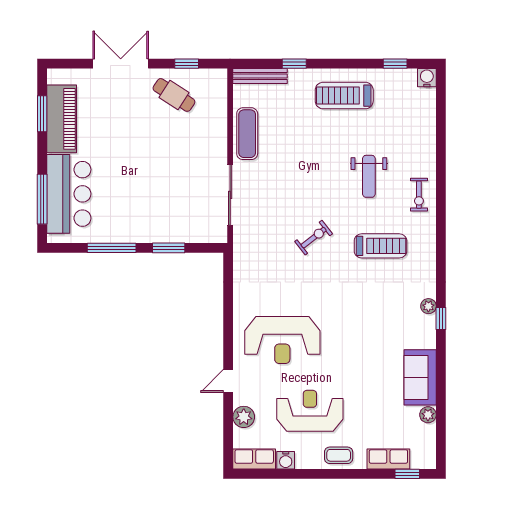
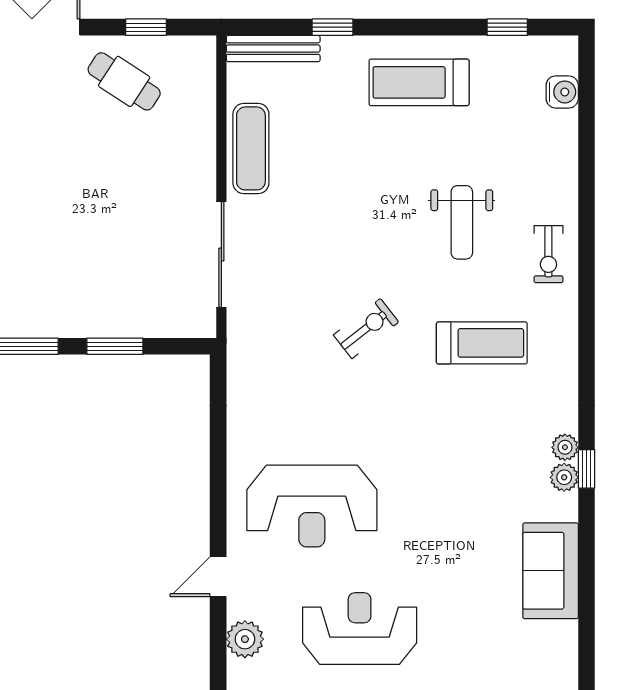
water cooler: (427, 78) -> (562, 92), moved, turned 90
plant: (428, 415) -> (564, 477), moved

